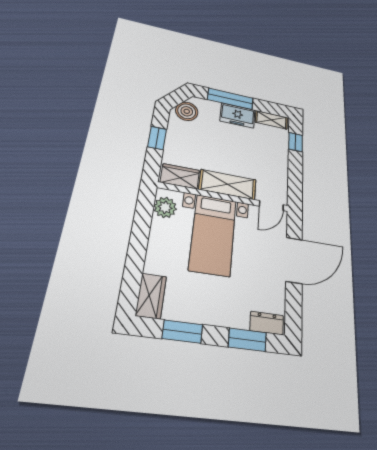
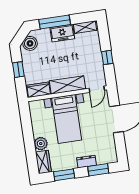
window: (296, 142) -> (107, 57), moved
plant: (165, 207) -> (41, 144), moved
dresser: (267, 323) -> (86, 162), moved

